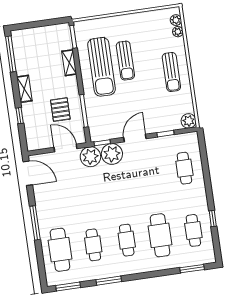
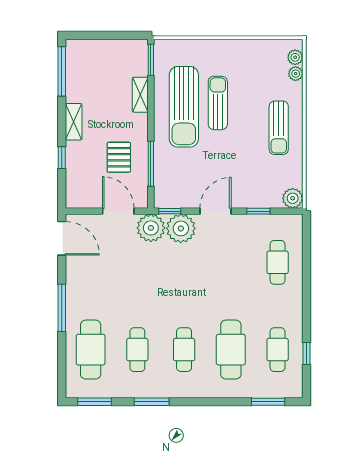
sun lounger: (125, 61) -> (218, 103), turned 180
window: (213, 219) -> (306, 354), moved

